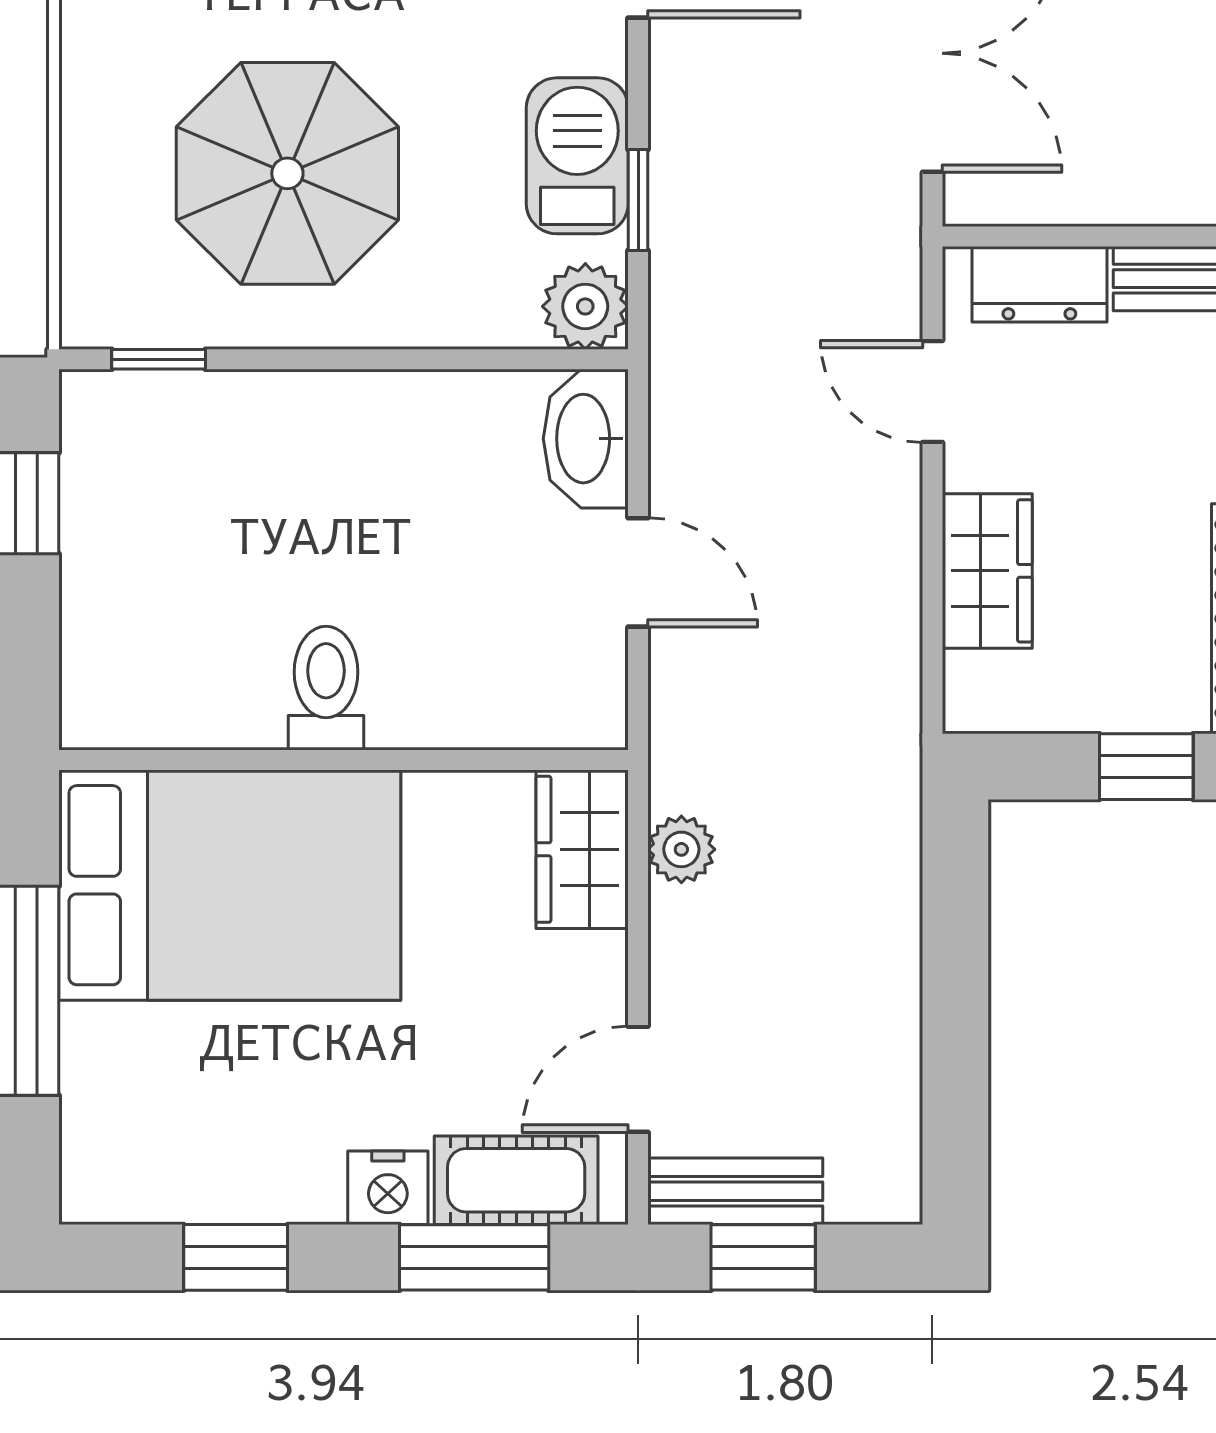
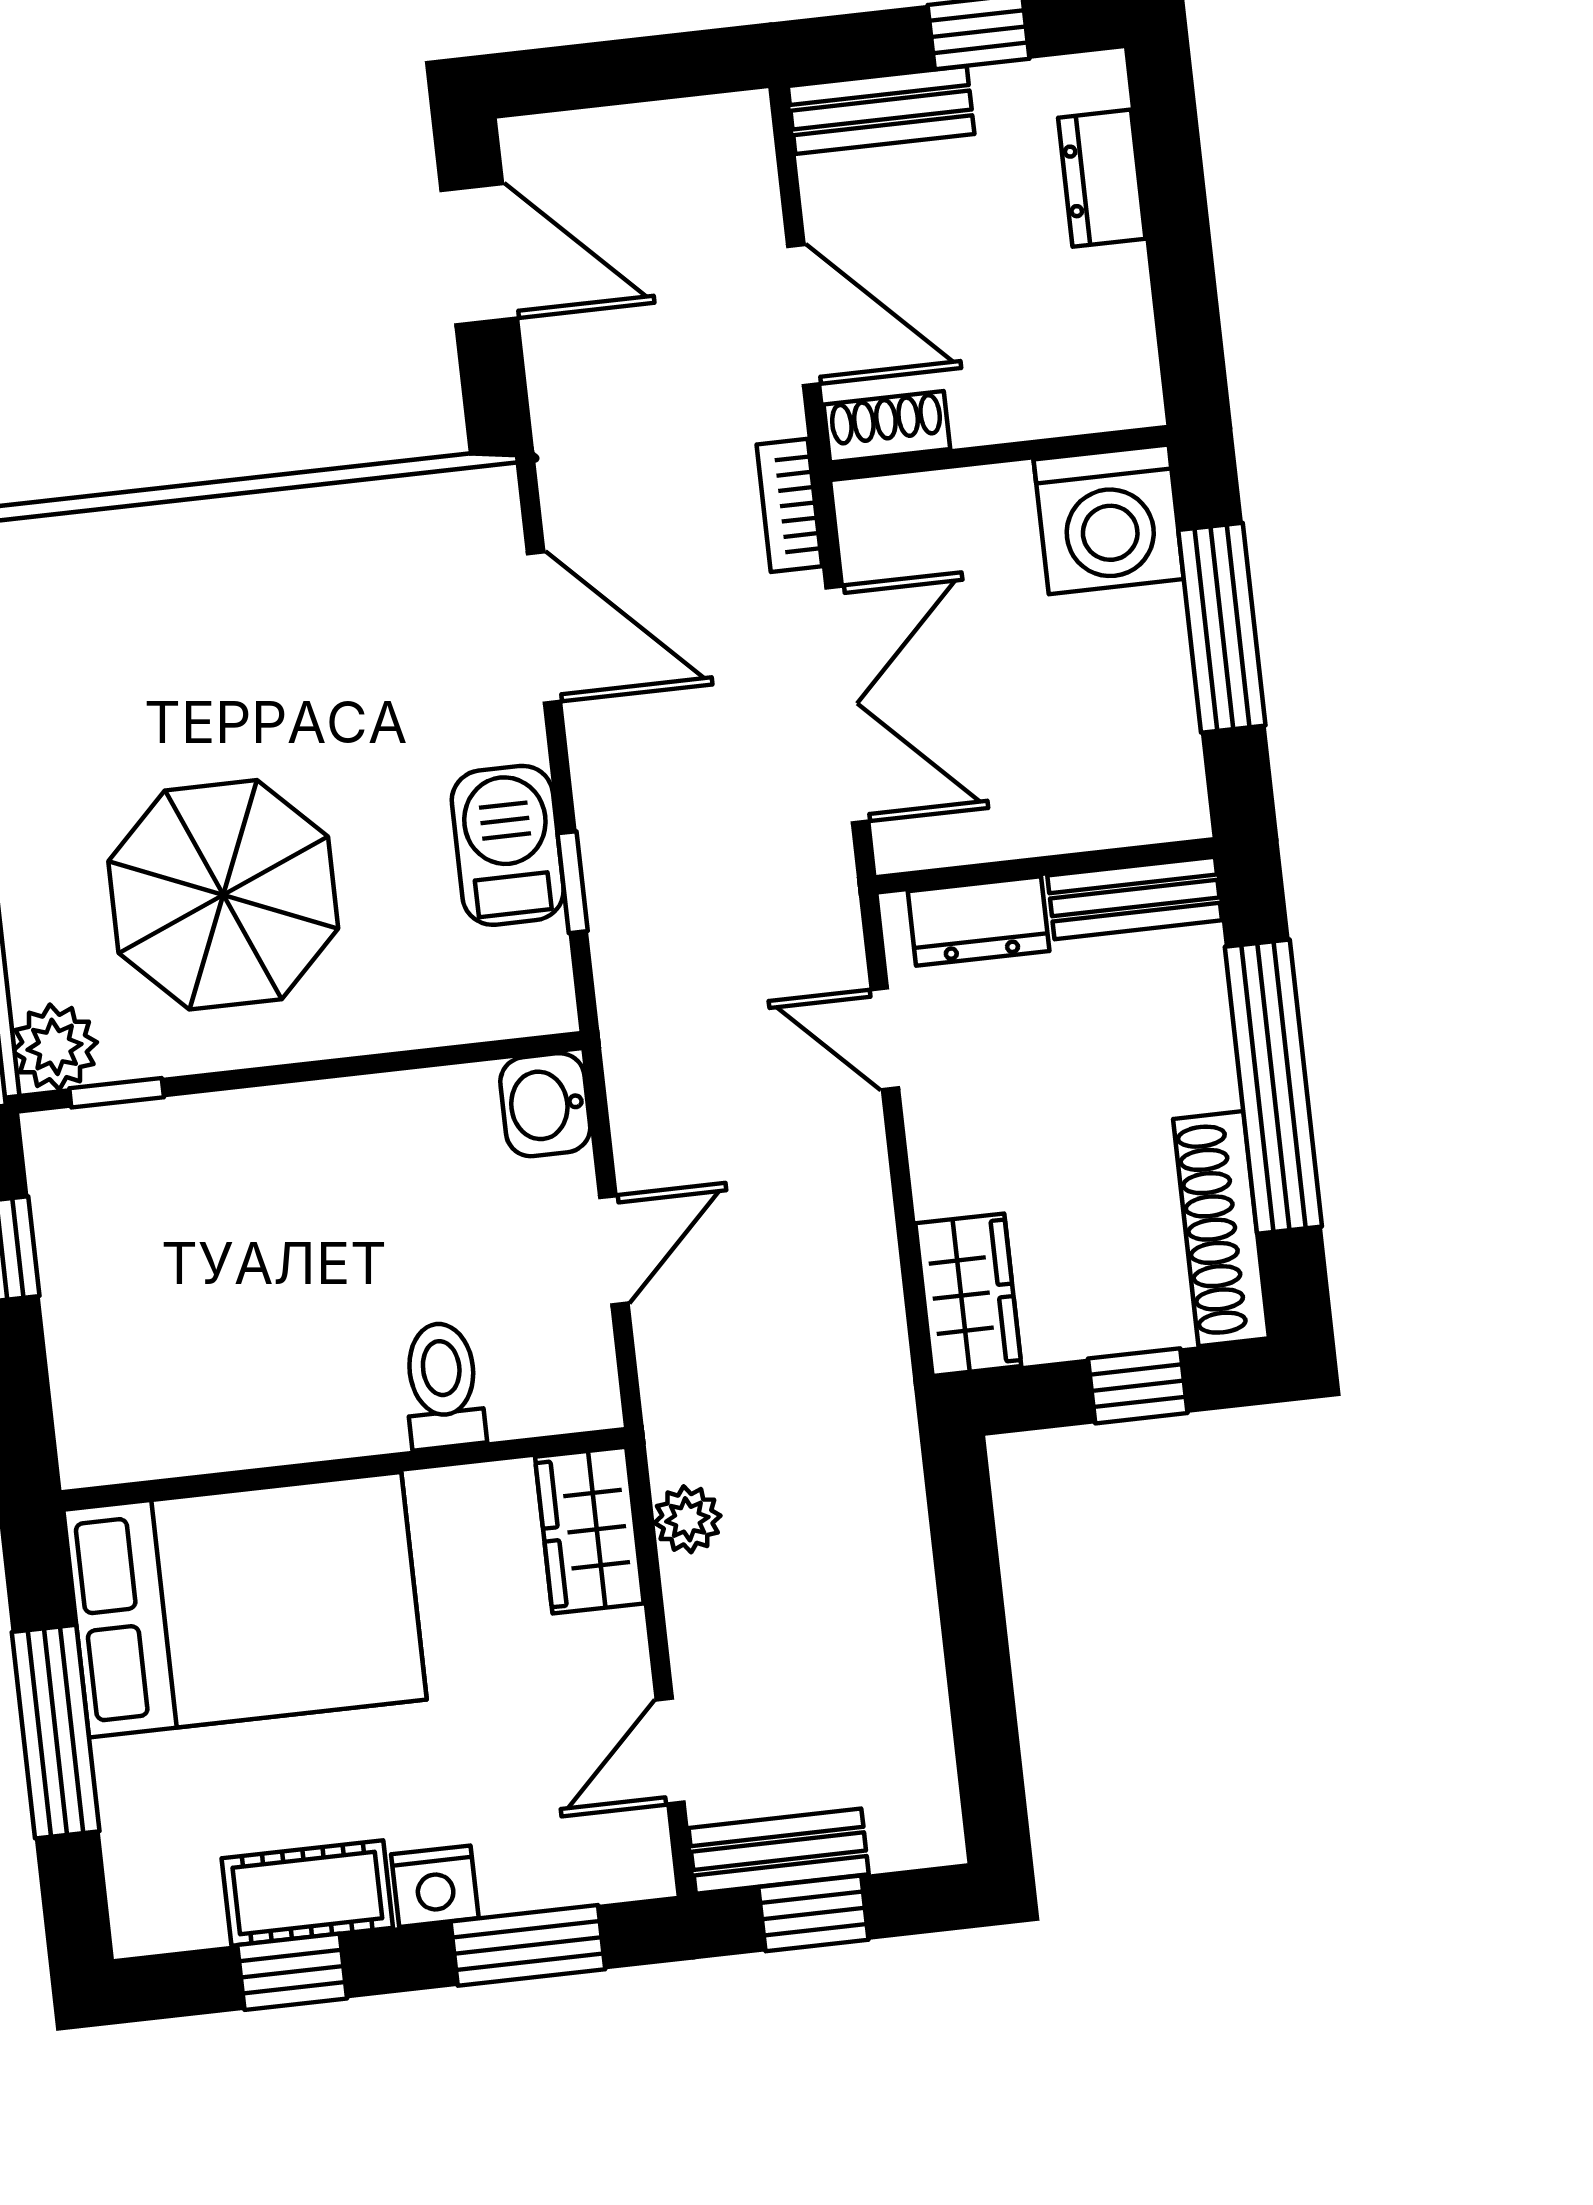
plant: (585, 306) -> (55, 1047), moved
washbasin: (586, 439) -> (545, 1105), width x0.72
wardrobe: (987, 571) -> (968, 1295), moved
door: (638, 572) -> (614, 1250), hinge flipped
toilet: (326, 688) -> (443, 1385), moved
cot: (516, 1180) -> (307, 1893), moved

